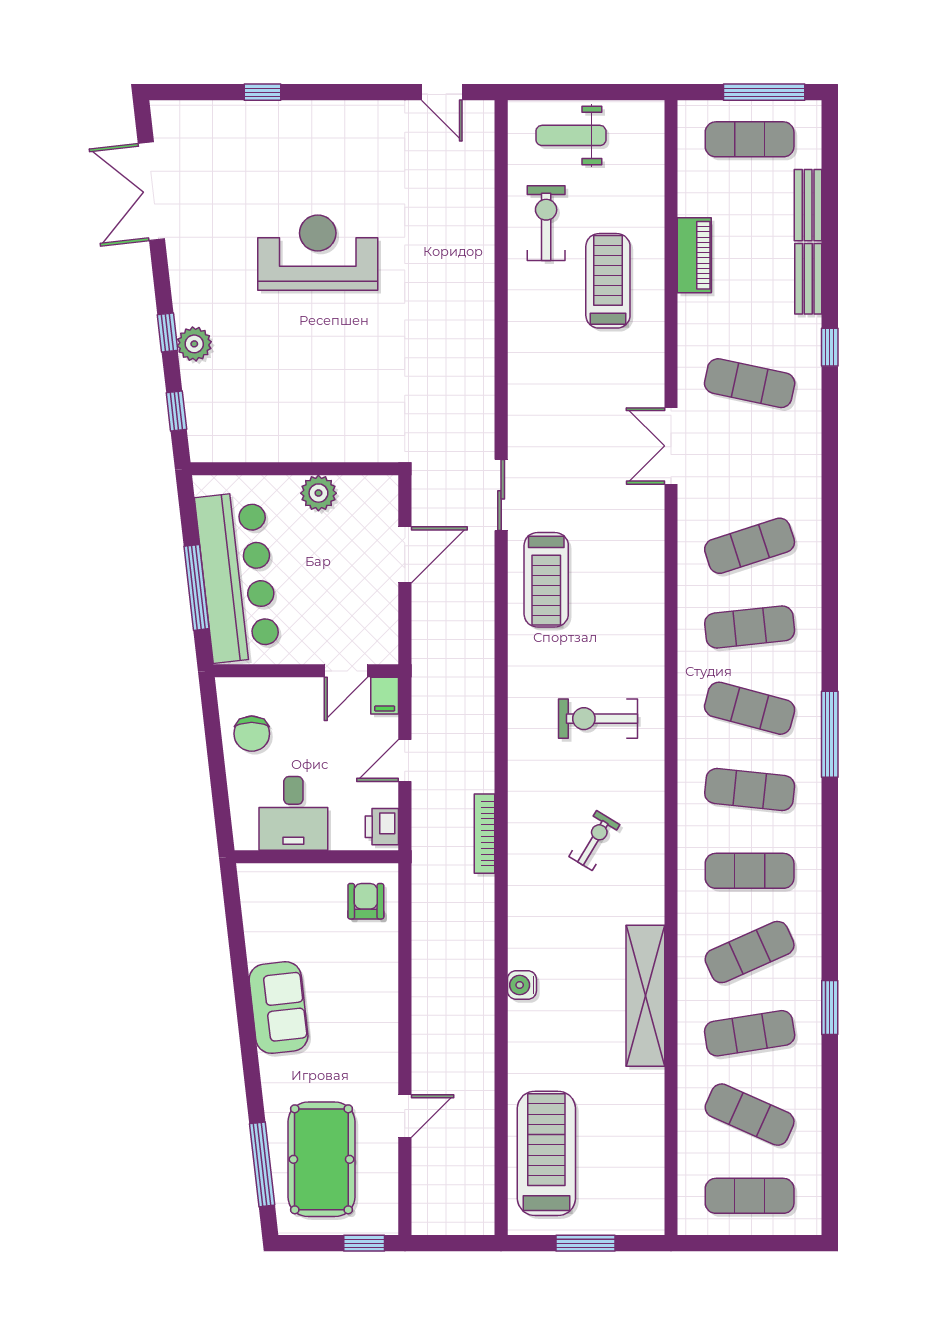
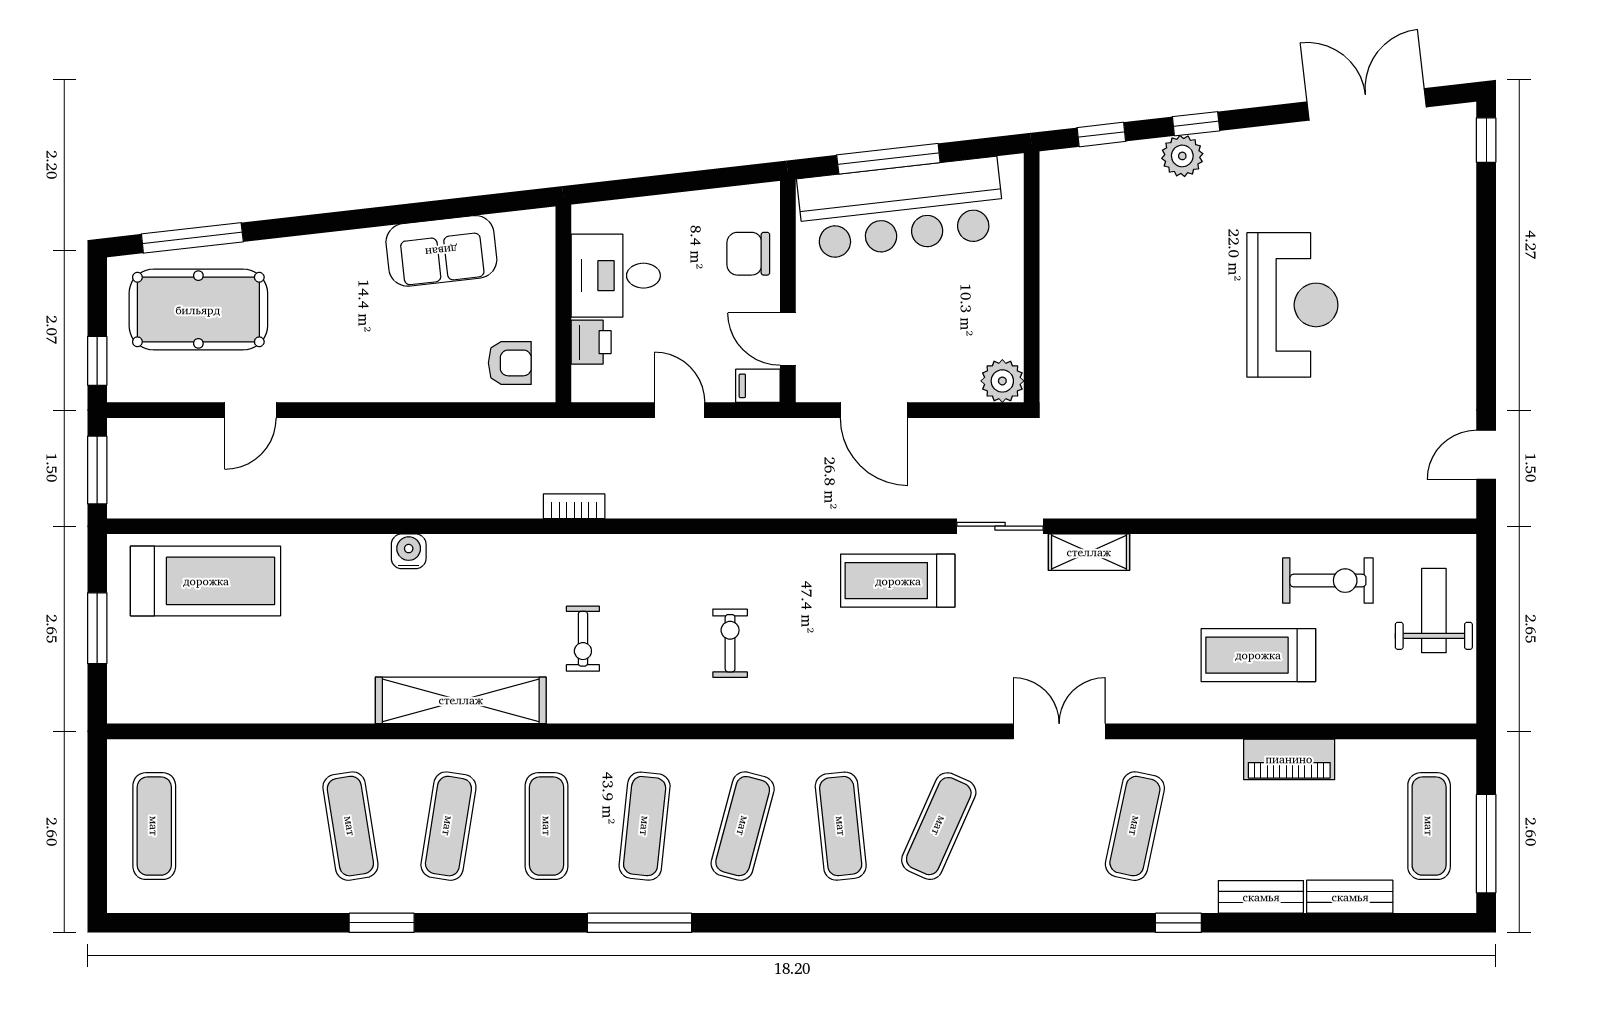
window: (262, 92) -> (1486, 140), moved
treadmill: (608, 281) -> (1258, 655), turned 180
shelving: (523, 421) -> (1089, 552), added
plant: (318, 493) -> (1002, 381), moved
exercise mat: (750, 546) -> (939, 826), turned 42
door: (405, 555) -> (874, 410), moved
exercise bike: (598, 719) -> (730, 643), width x0.73, depth x0.72
chair: (252, 734) -> (748, 254), moved
window: (830, 734) -> (639, 923), moved
printer: (382, 827) -> (591, 342), moved, turned 90
bookcase: (484, 834) -> (574, 506), width x0.64
exercise bike: (594, 841) -> (583, 639), turned 59
exercise mat: (750, 952) -> (448, 826), turned 33
shelving: (645, 996) -> (461, 700), moved
sofa: (279, 1008) -> (441, 251), moved
exercise mat: (750, 1115) -> (252, 826), removed
door: (405, 1116) -> (250, 410), hinge flipped
window: (454, 1243) -> (97, 470), added

